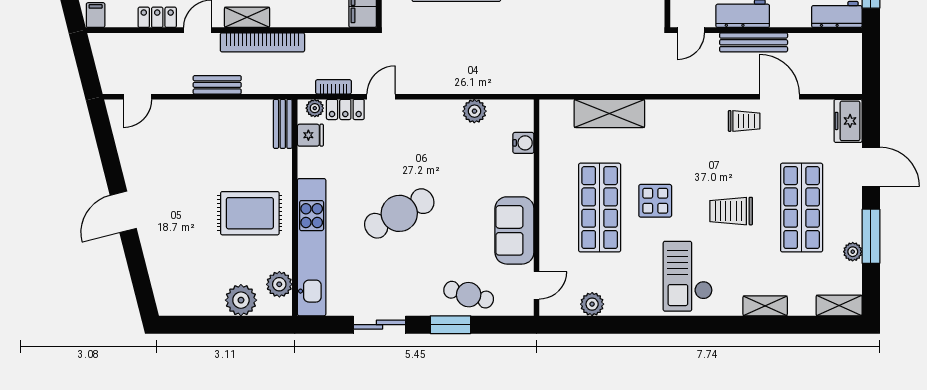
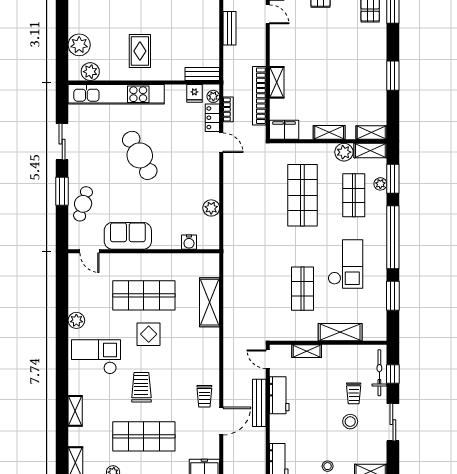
shelving: (247, 17) -> (277, 82), moved
bookcase: (262, 42) -> (259, 96), moved
rug: (250, 213) -> (140, 51), width x0.73, depth x0.70
plant: (592, 304) -> (76, 320), moved

